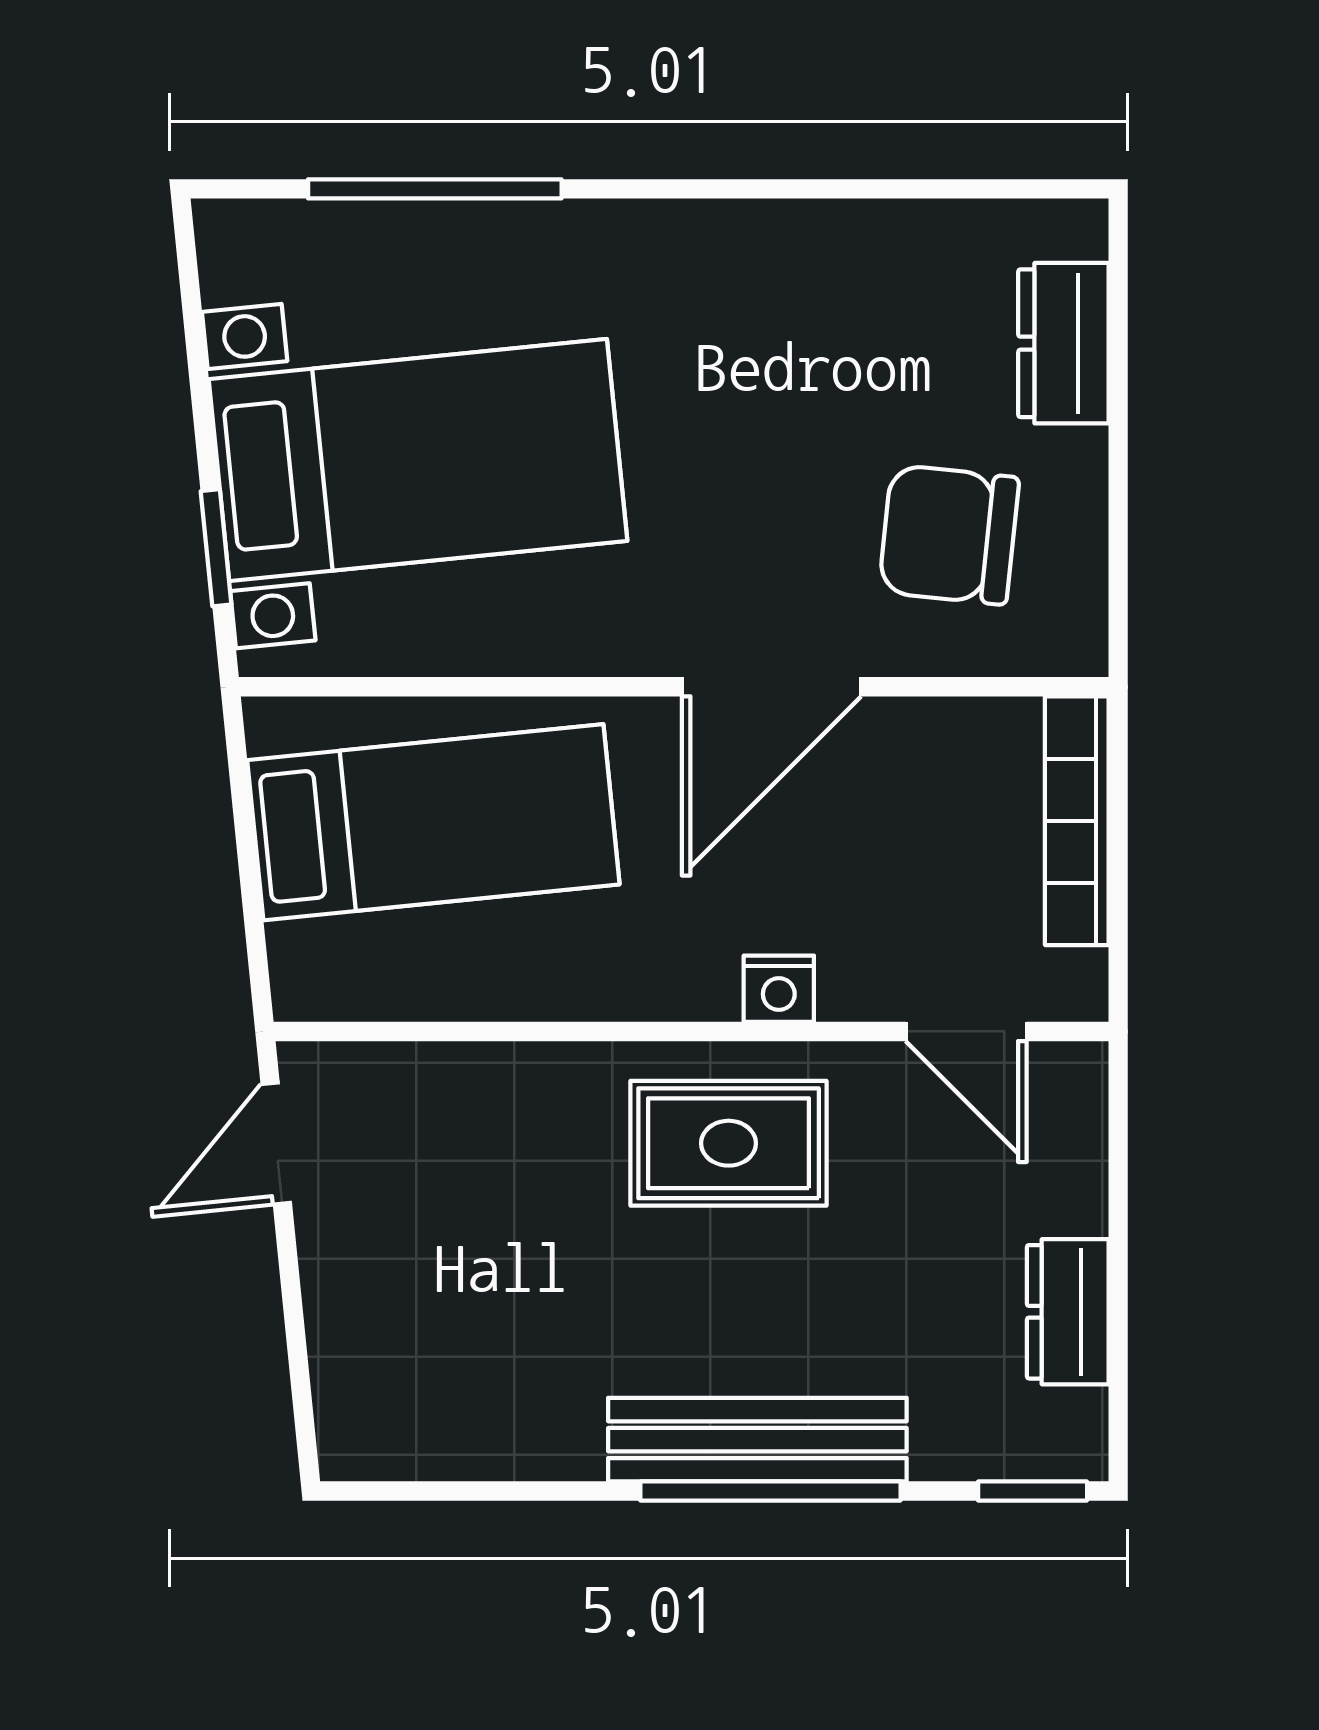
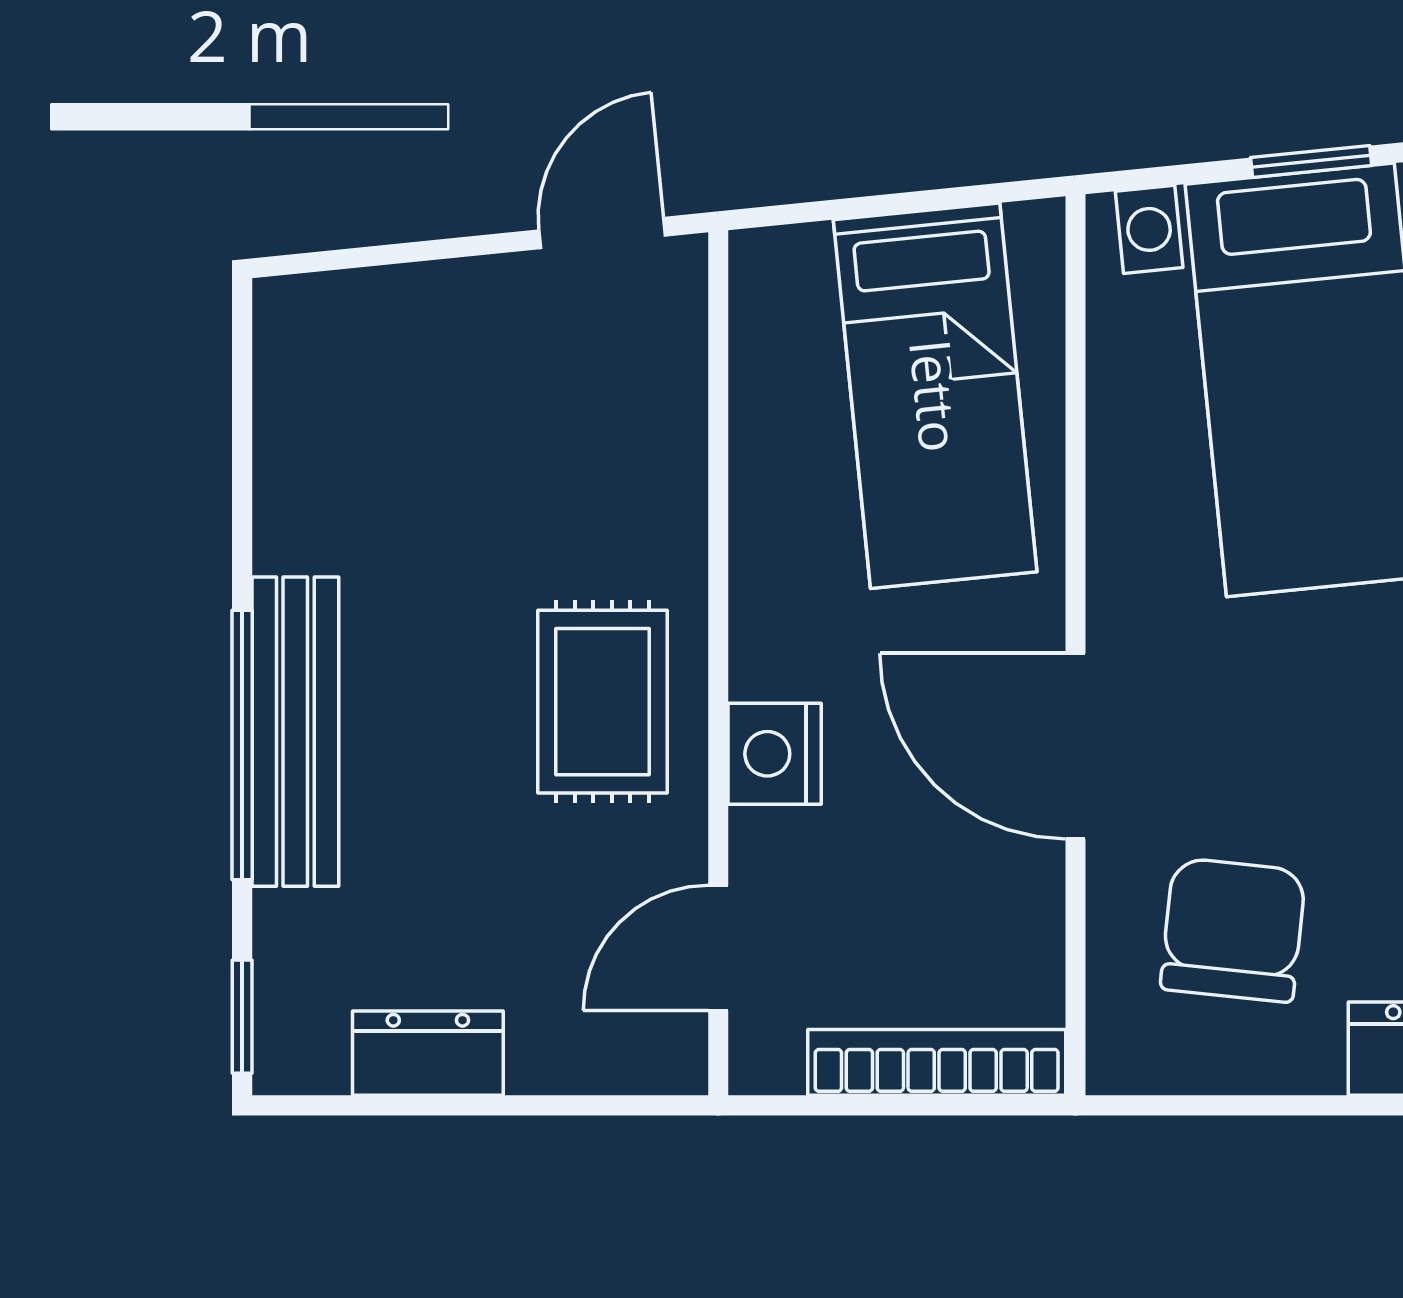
window: (216, 548) -> (1311, 161), moved
nightstand: (779, 989) -> (775, 754), width x1.39, depth x1.35
door: (276, 1143) -> (602, 233), hinge flipped

